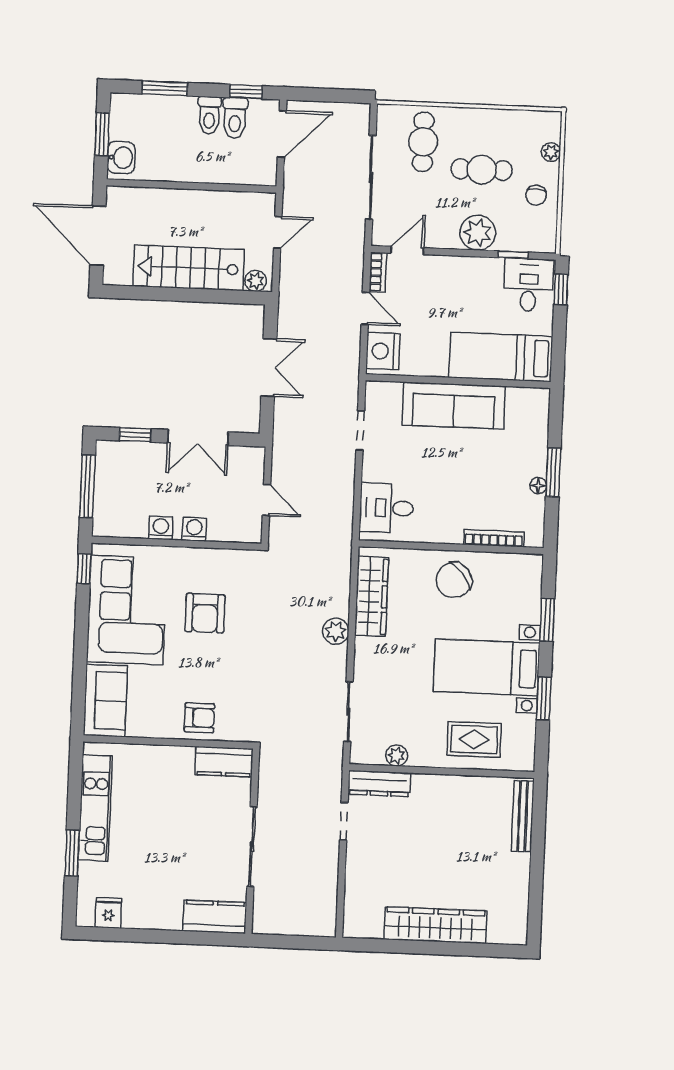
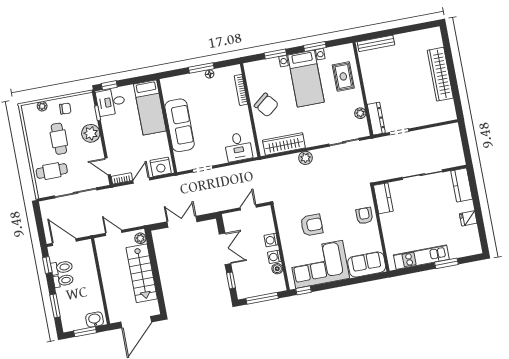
boiler: (137, 528) -> (277, 269), added
fridge: (108, 913) -> (468, 218), moved

